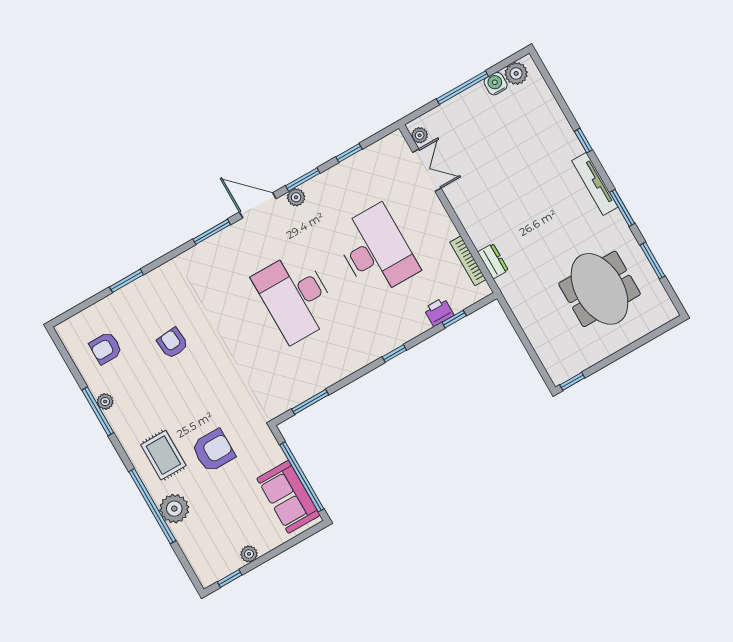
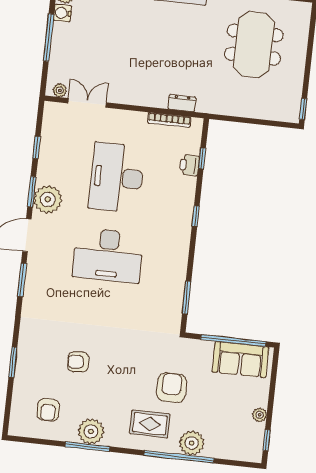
plant: (296, 197) -> (48, 199), width x1.87, depth x1.87
desk: (376, 251) -> (117, 177), turned -90
meeting table: (599, 289) -> (254, 44), turned 90
plant: (105, 402) -> (91, 431), width x1.88, depth x1.88

